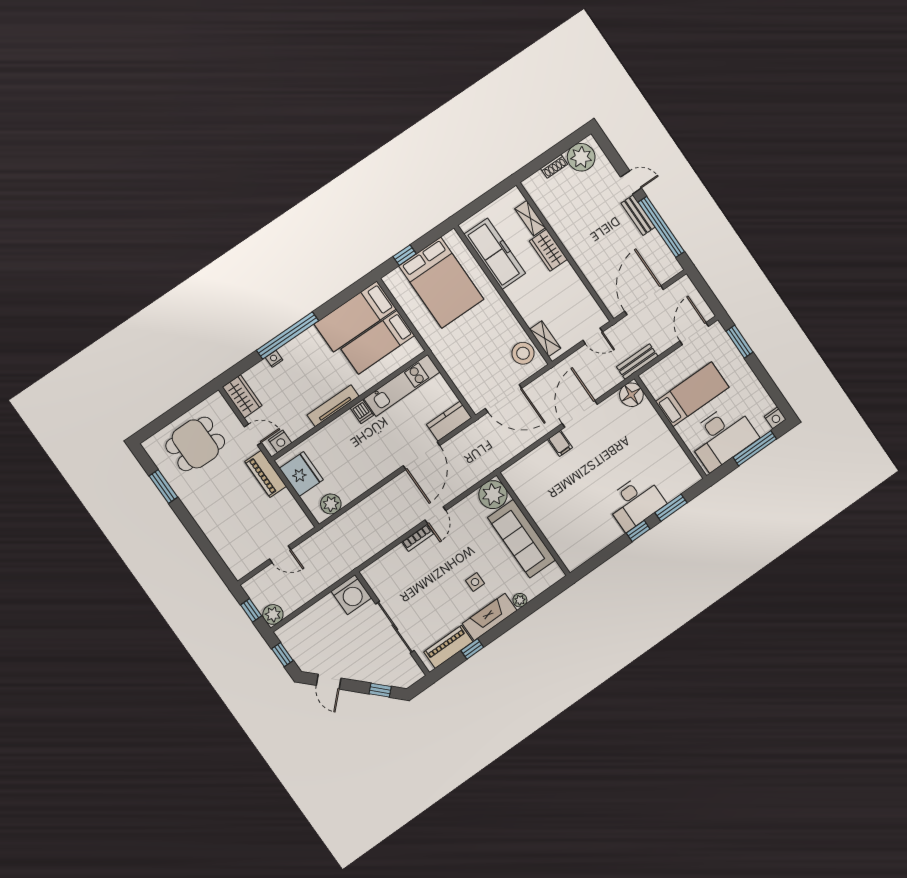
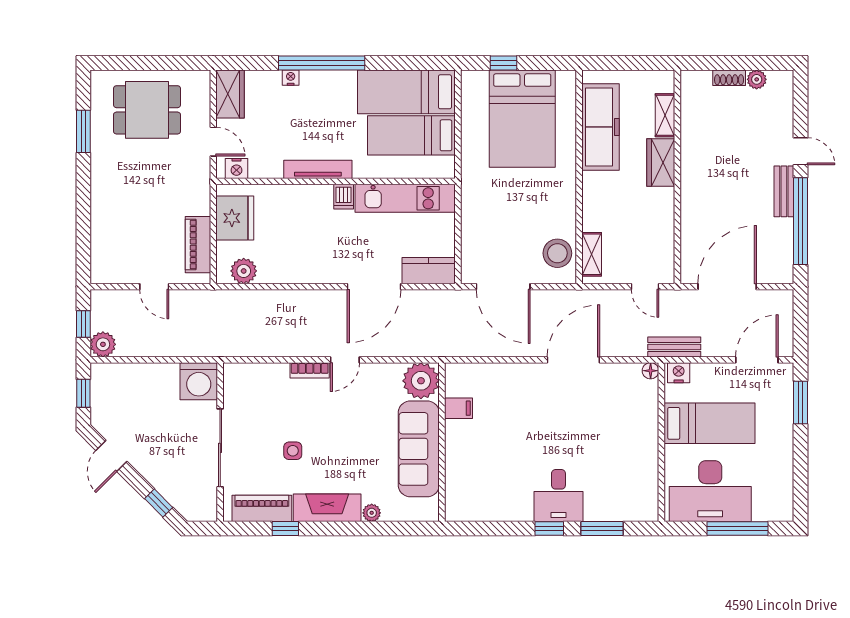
plant: (581, 157) -> (757, 79), width x0.53, depth x0.53
floor lamp: (631, 395) -> (651, 371), width x0.53, depth x0.53
nightstand: (775, 418) -> (679, 373), moved, turned 180
filing cabinet: (560, 443) -> (459, 408), moved, turned -90
piano: (266, 474) -> (198, 245), moved
desk: (635, 502) -> (558, 496), width x0.73
side table: (475, 582) -> (293, 451), moved

